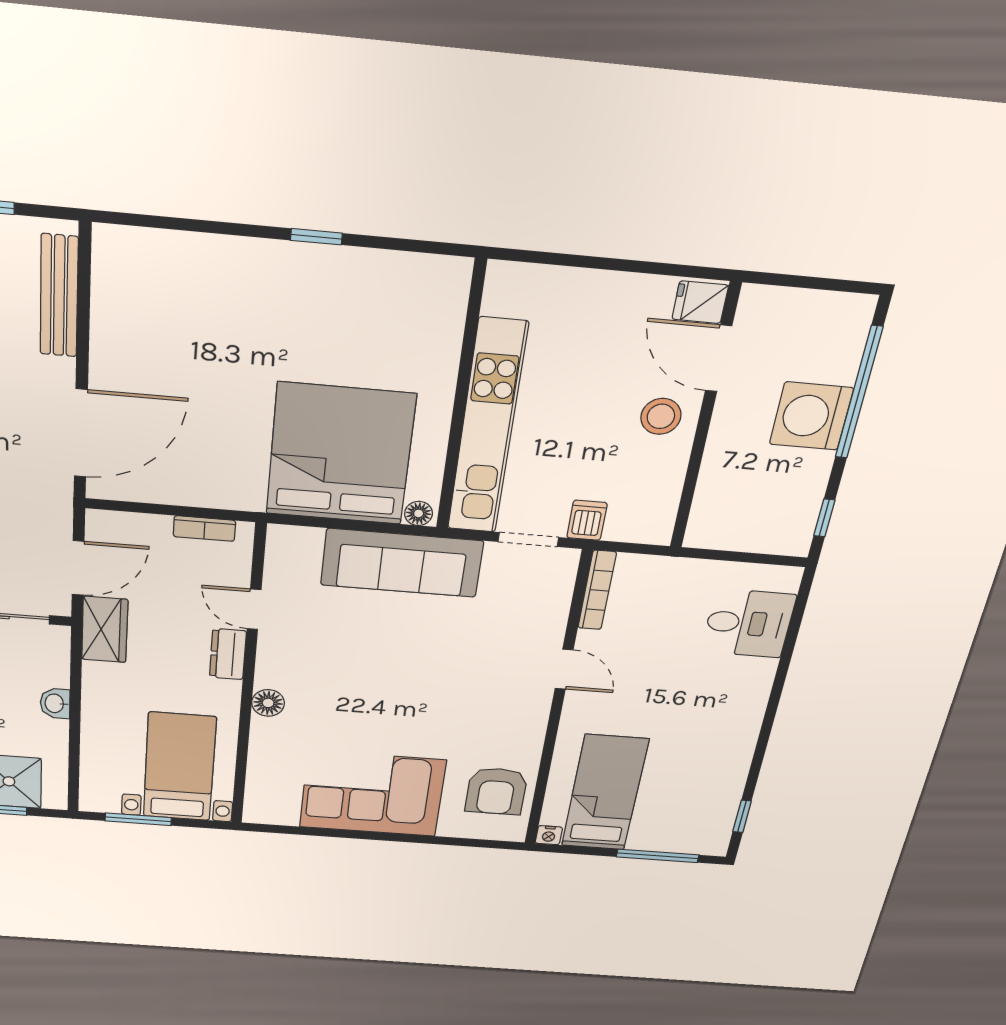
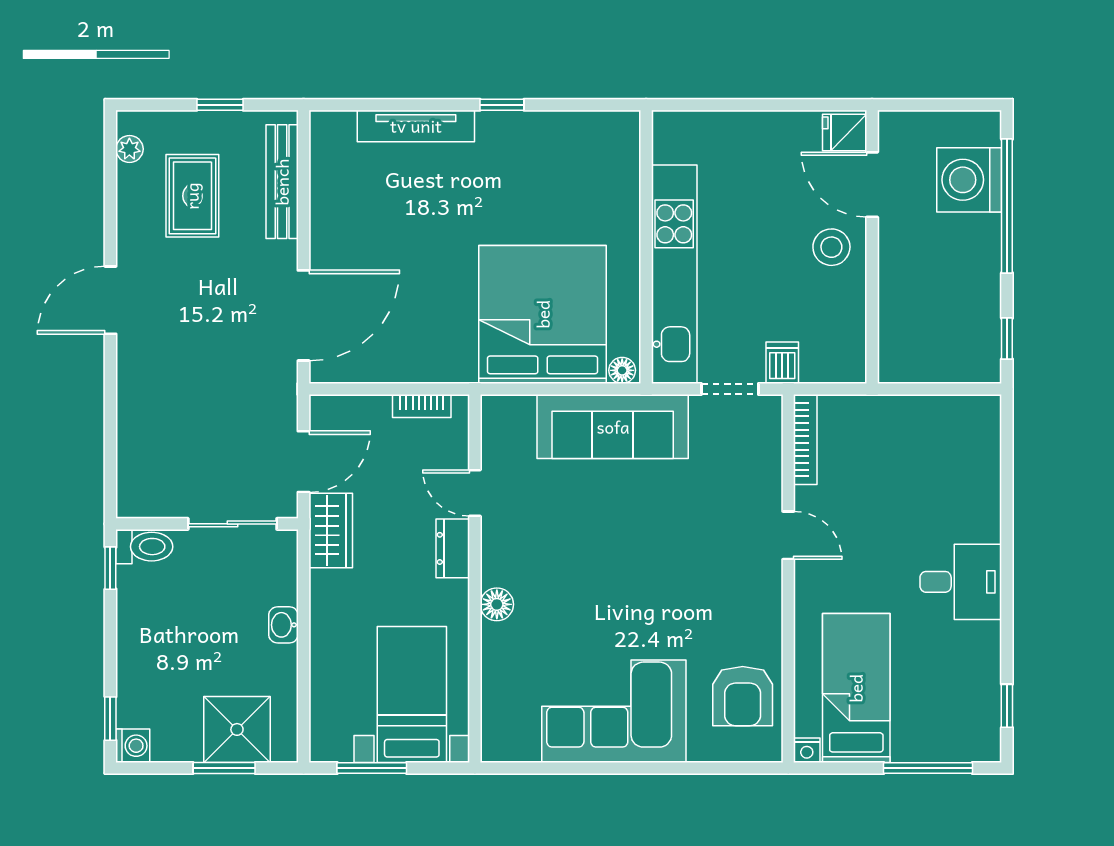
tv unit: (215, 251) -> (416, 126), added
washing machine: (811, 416) -> (969, 180), moved
desk: (748, 623) -> (961, 582), moved

